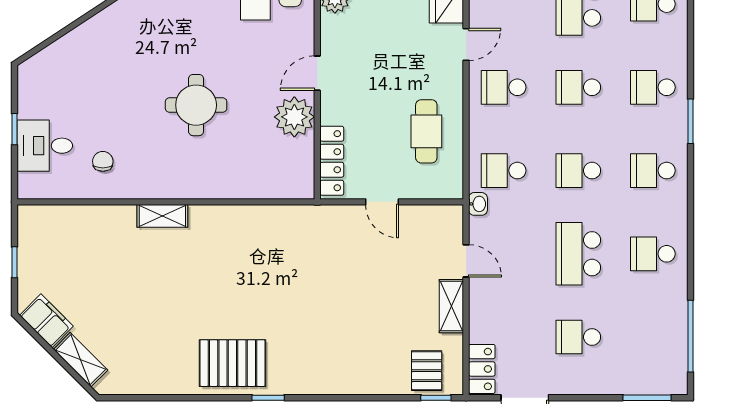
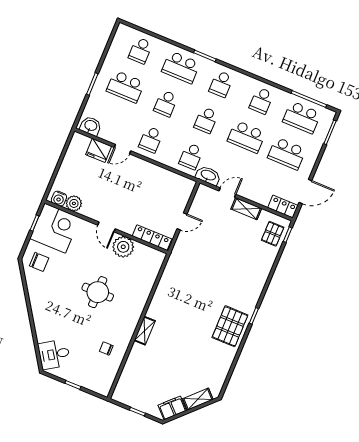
door: (466, 44) -> (123, 149), swing flipped
school desk: (653, 87) -> (181, 67), width x1.85
cafe table: (426, 131) -> (157, 186), removed
desk: (45, 146) -> (54, 354), moved, turned 57
washbasin: (478, 204) -> (208, 175), width x1.91, depth x1.45
school desk: (578, 337) -> (287, 153), width x1.85
school desk: (653, 337) -> (302, 117), added
pallet: (427, 371) -> (273, 234), turned 90

